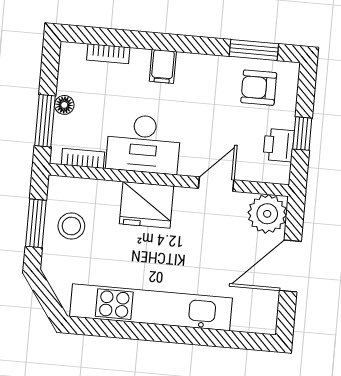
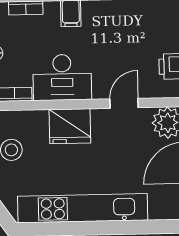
armchair: (259, 88) -> (150, 22), removed

